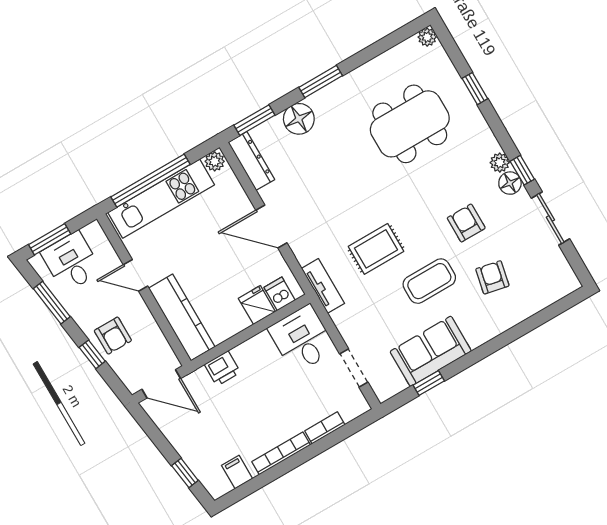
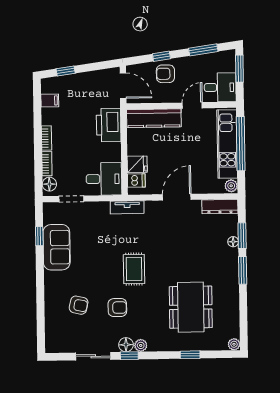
floor lamp: (299, 119) -> (233, 242), width x0.53, depth x0.53
window: (254, 120) -> (242, 236), moved
rug: (376, 249) -> (134, 269), moved
desk: (71, 262) -> (220, 87), moved
coffee table: (429, 281) -> (96, 269), removed
printer: (222, 368) -> (109, 125), width x1.87, depth x1.48
door: (161, 384) -> (123, 86), swing flipped
floor lamp: (351, 409) -> (49, 184), added
bookcase: (281, 453) -> (46, 138), width x0.64

